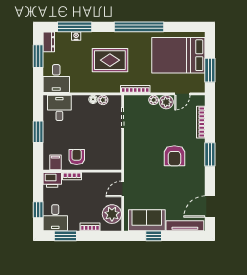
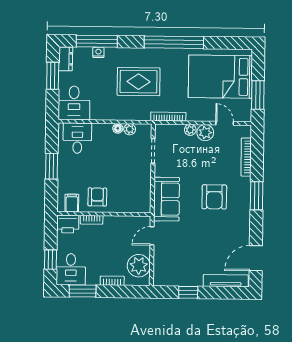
door: (182, 94) -> (225, 123), swing flipped
sofa: (147, 220) -> (167, 199), moved, turned 90

